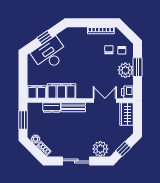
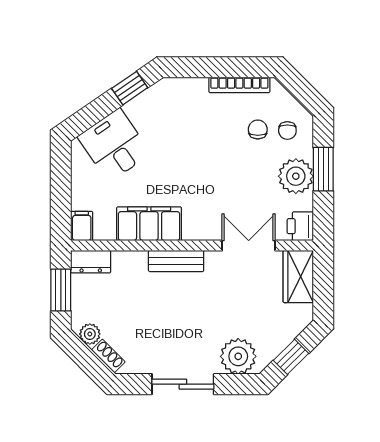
window: (44, 38) -> (130, 88), moved
desk: (50, 54) -> (114, 145), width x0.73
filing cabinet: (37, 92) -> (82, 226), width x0.50
dresser: (52, 108) -> (91, 262), moved

